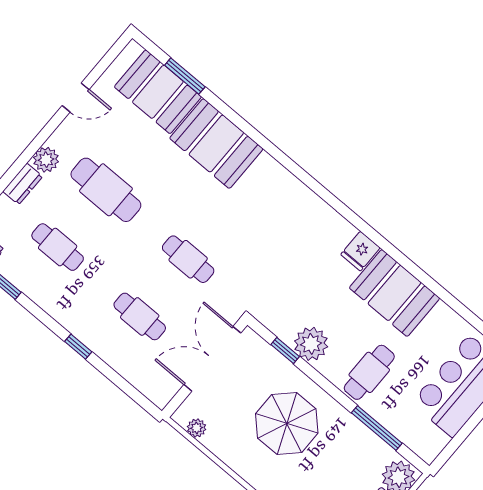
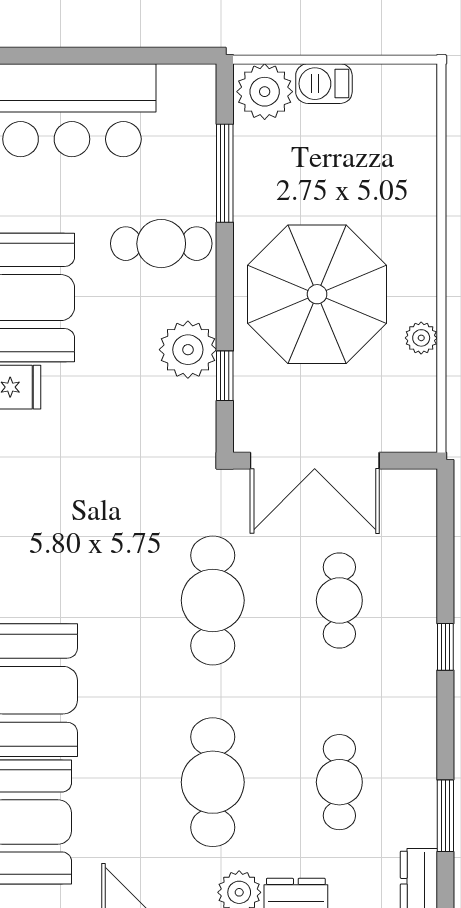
cafe table: (188, 259) -> (213, 600), width x1.37, depth x1.35
parasol: (287, 423) -> (317, 294), width x1.36, depth x1.36
plant: (197, 428) -> (421, 338), moved

